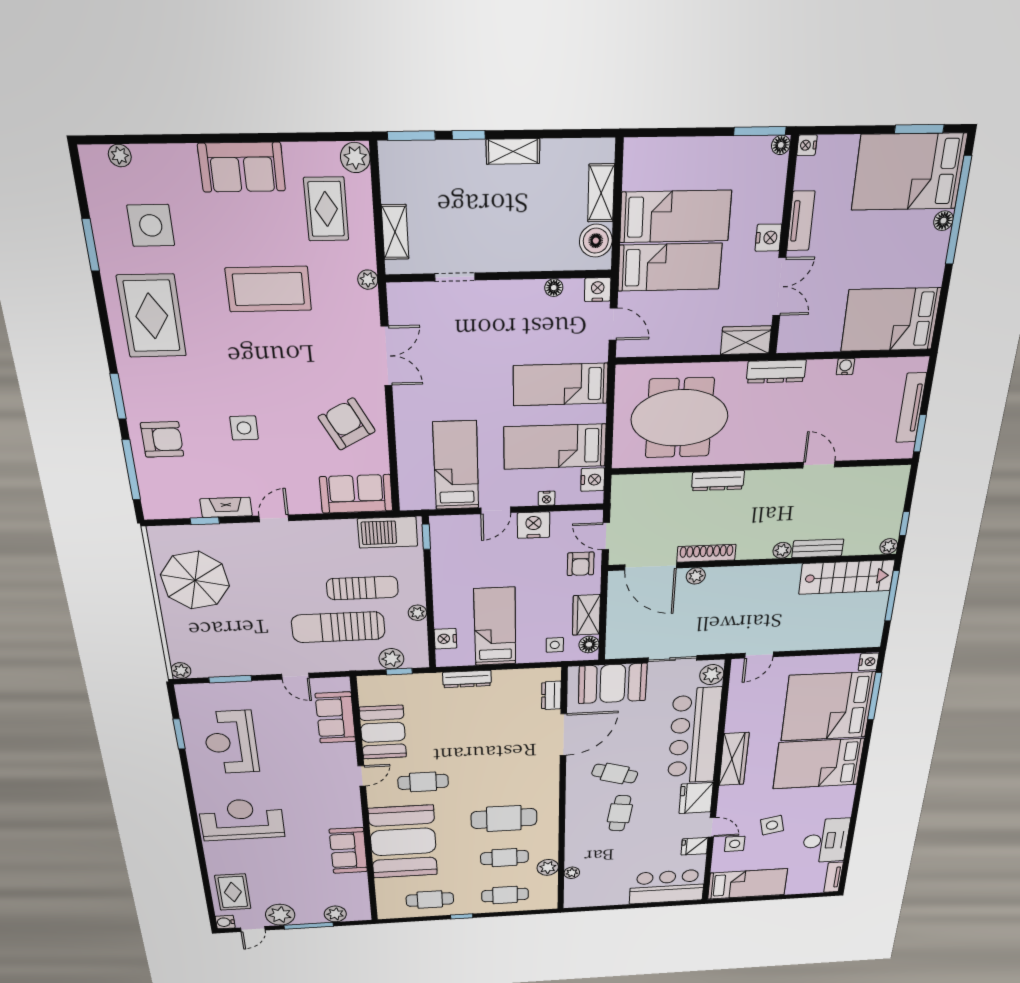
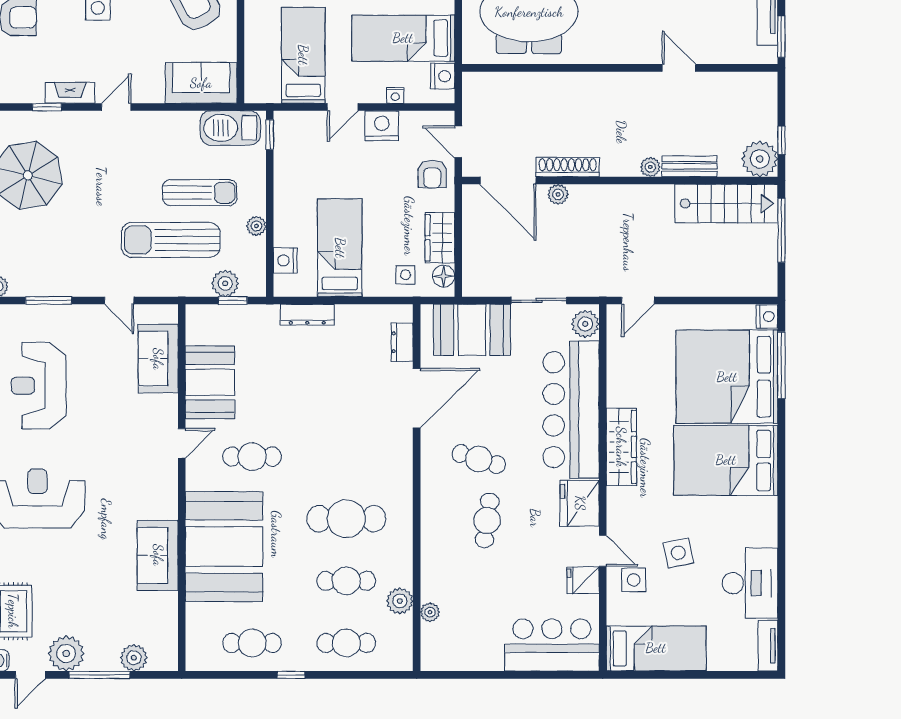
dresser: (718, 481) -> (574, 82), removed
plant: (889, 546) -> (760, 159), width x1.87, depth x1.87

